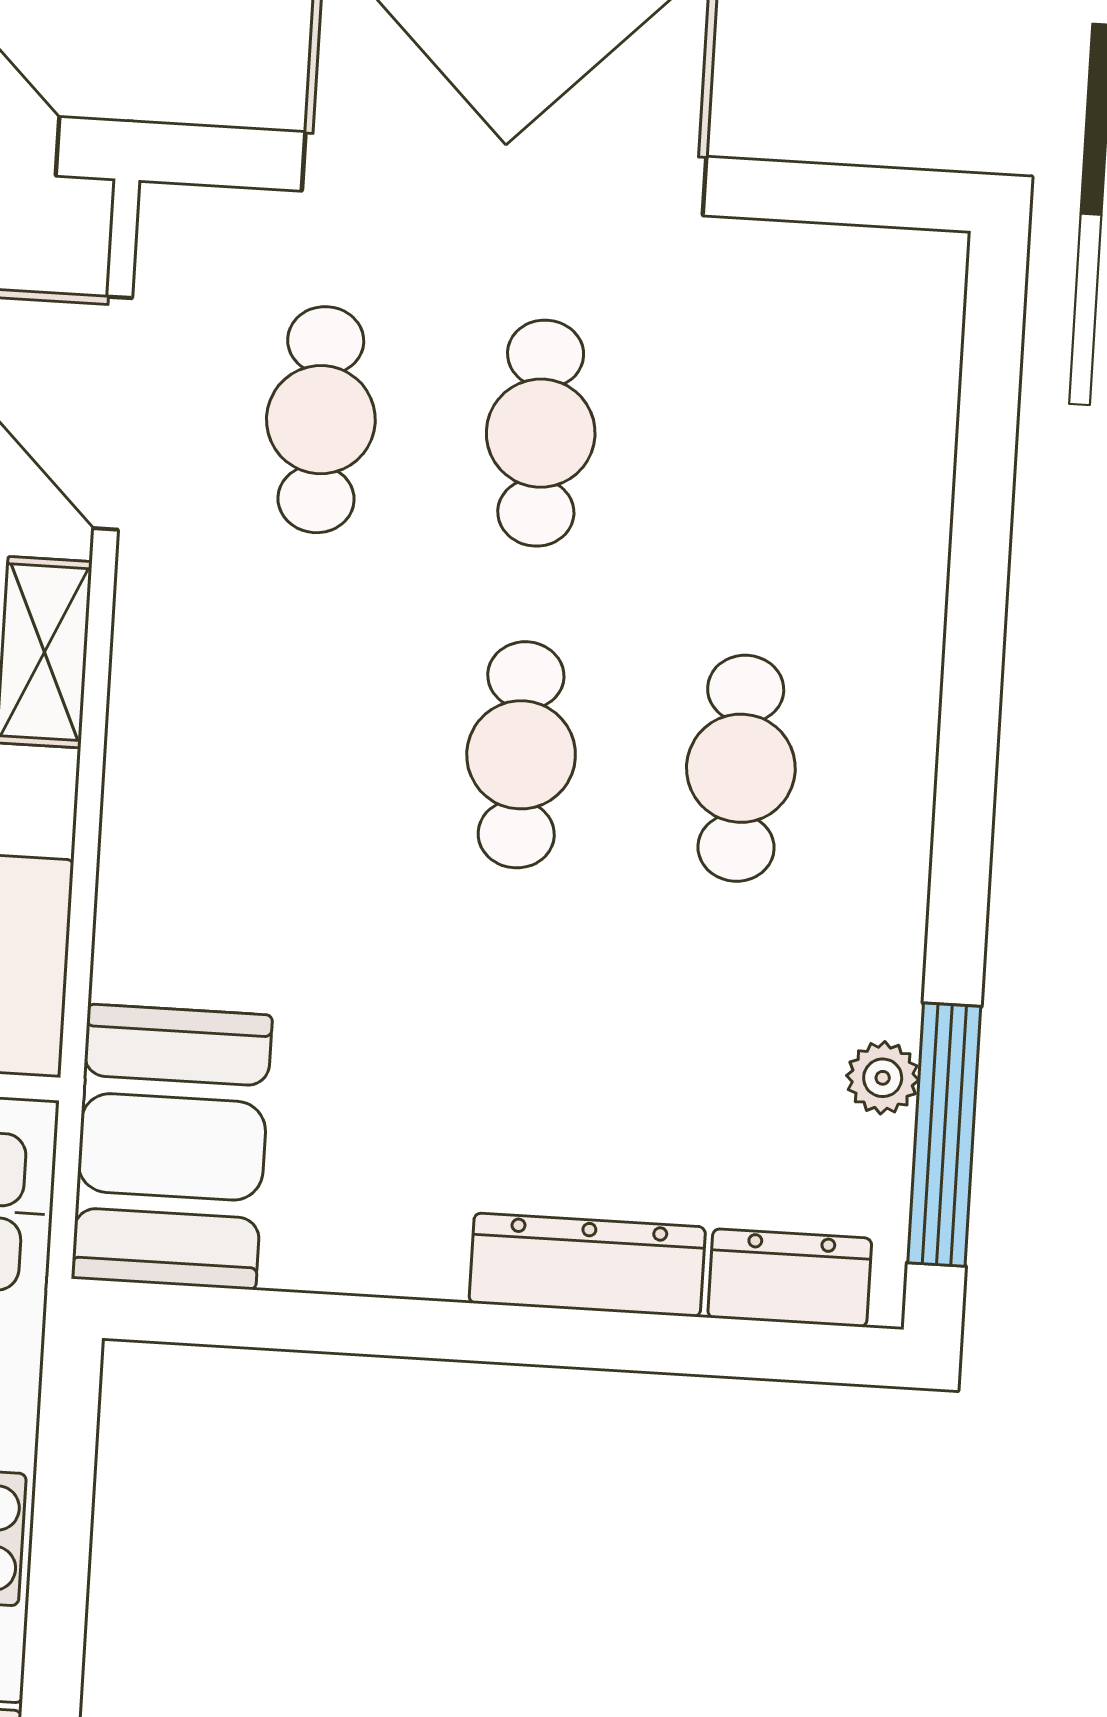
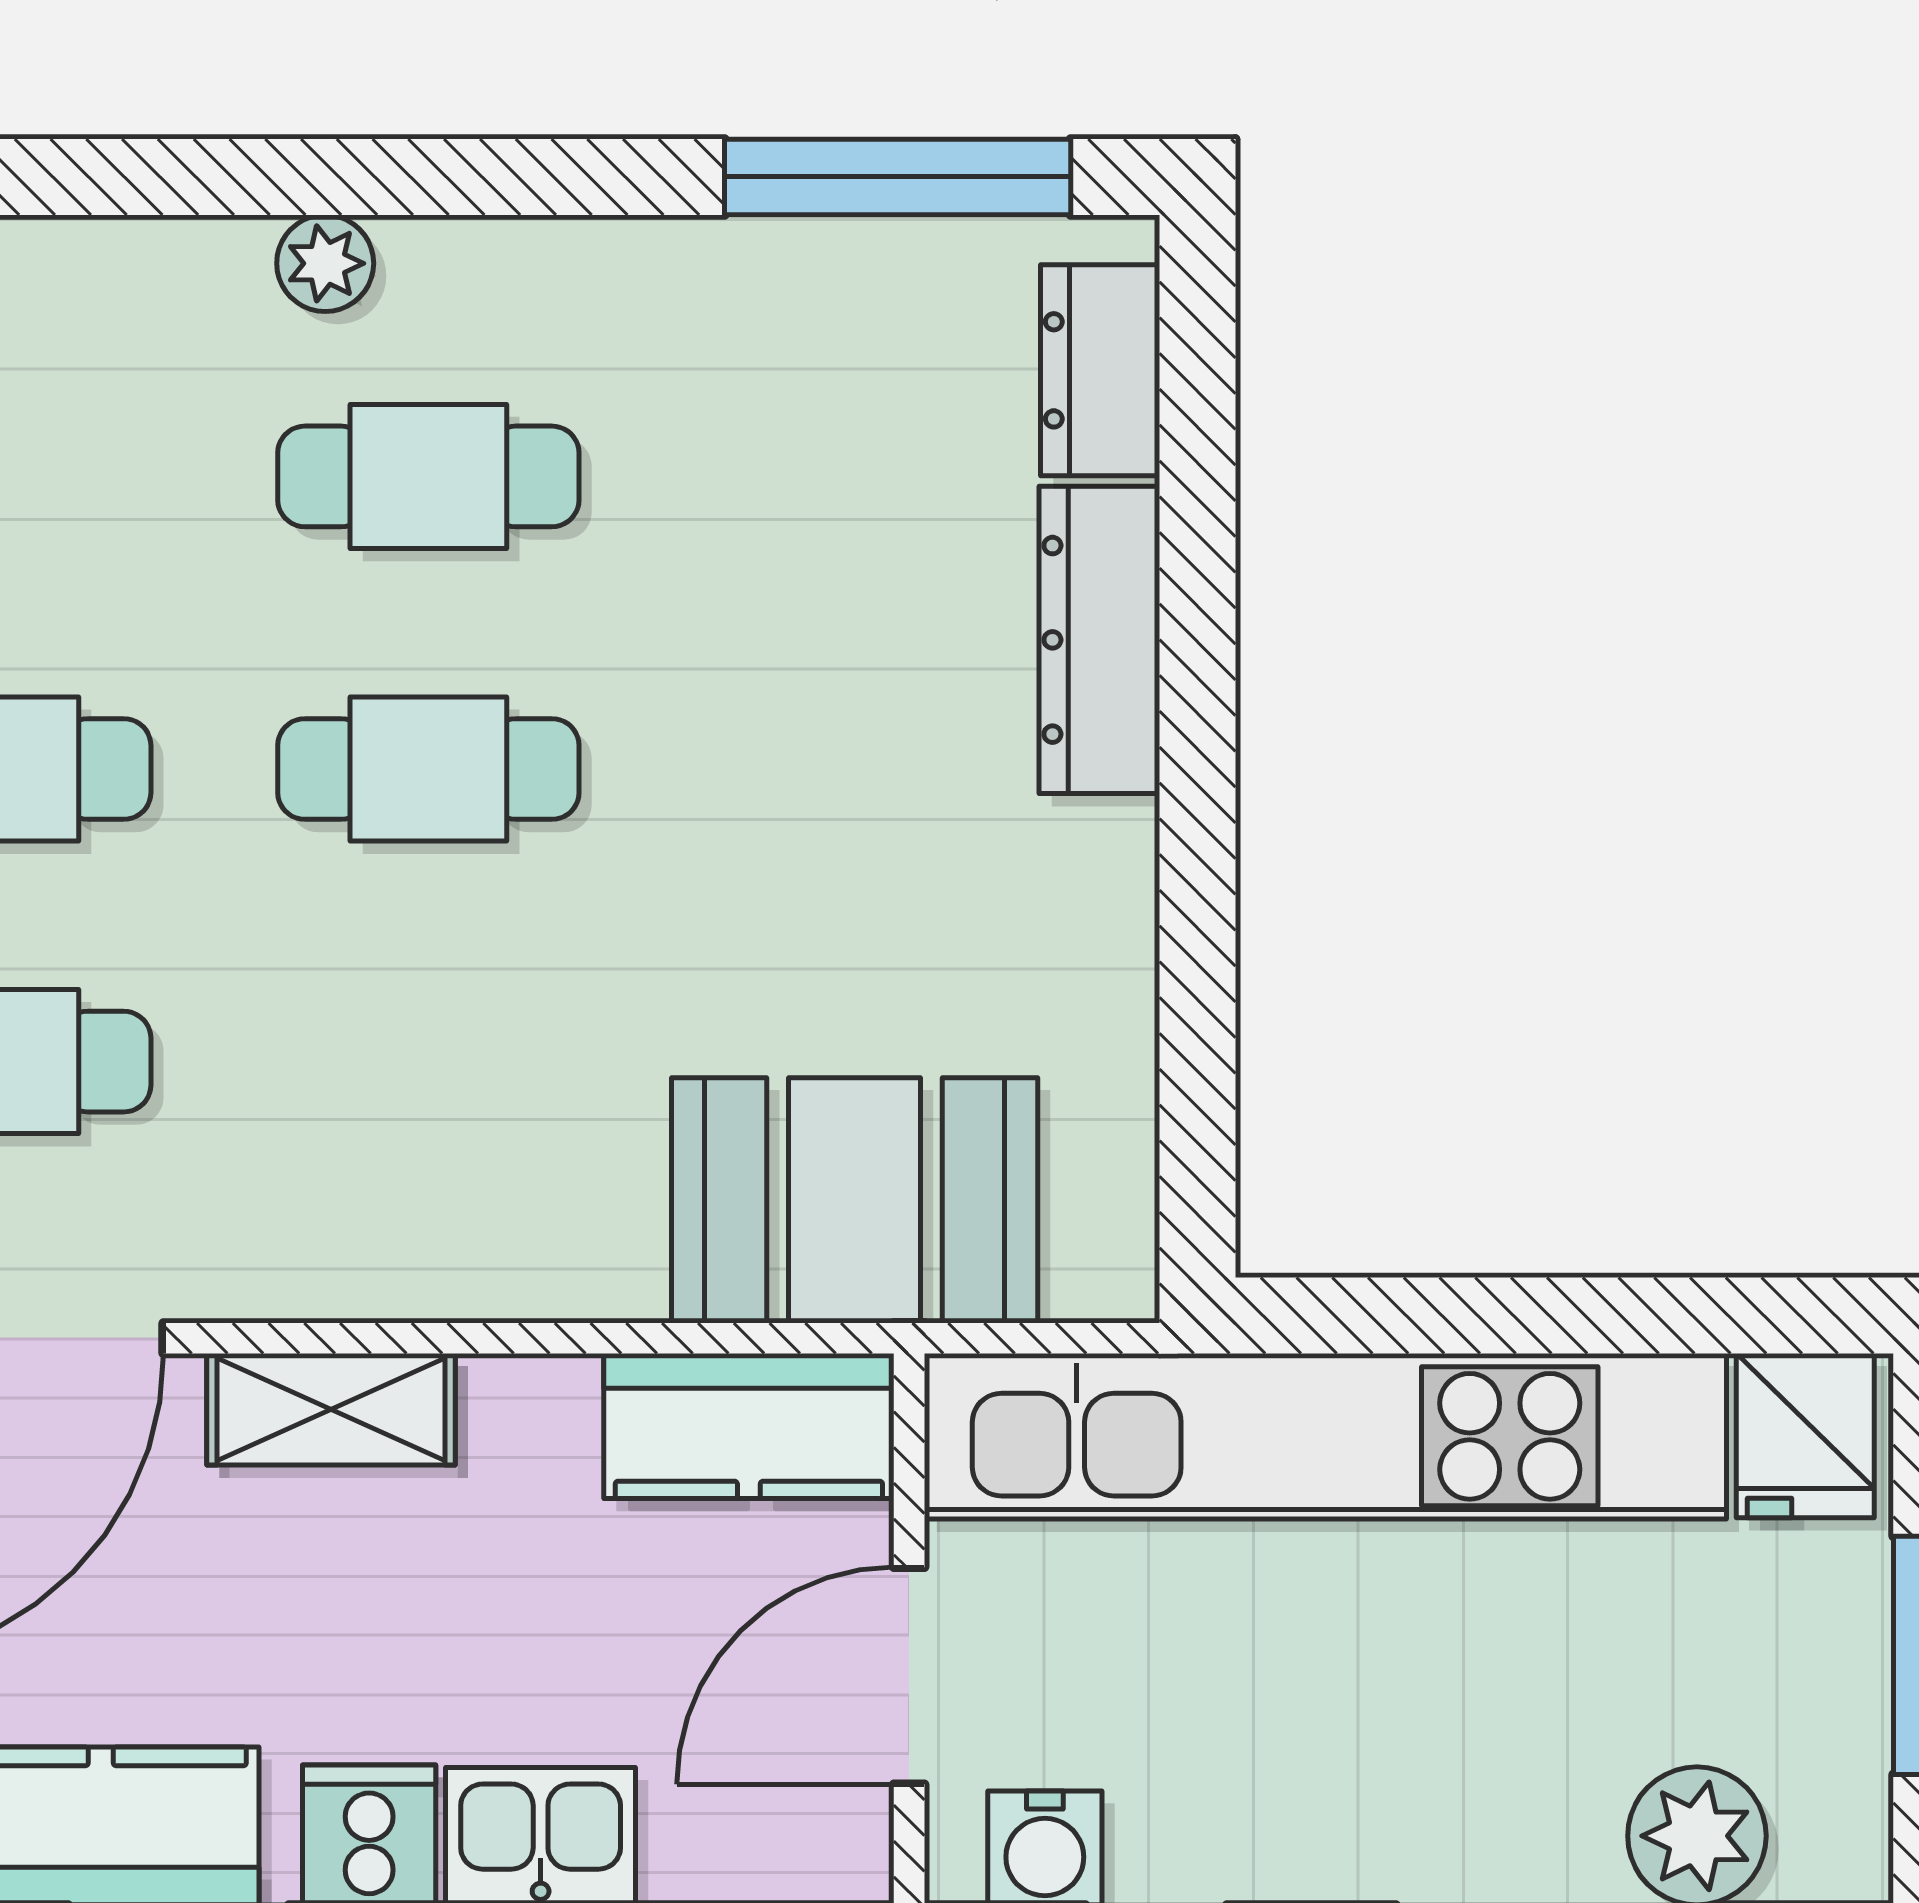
plant: (883, 1078) -> (325, 263), moved
booth: (172, 1147) -> (855, 1200), moved

